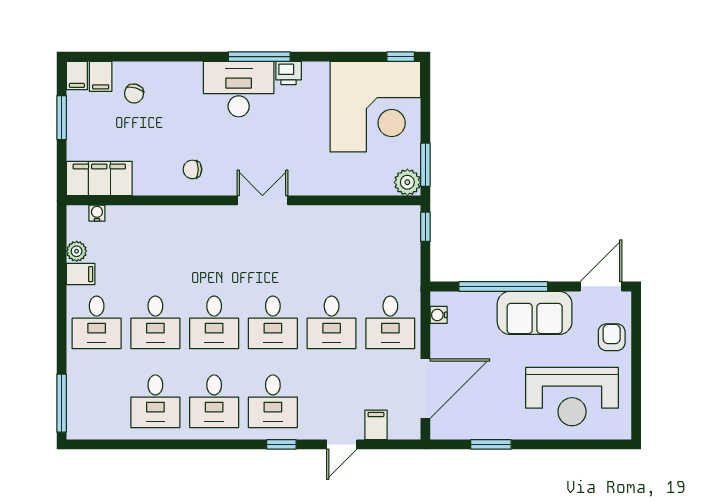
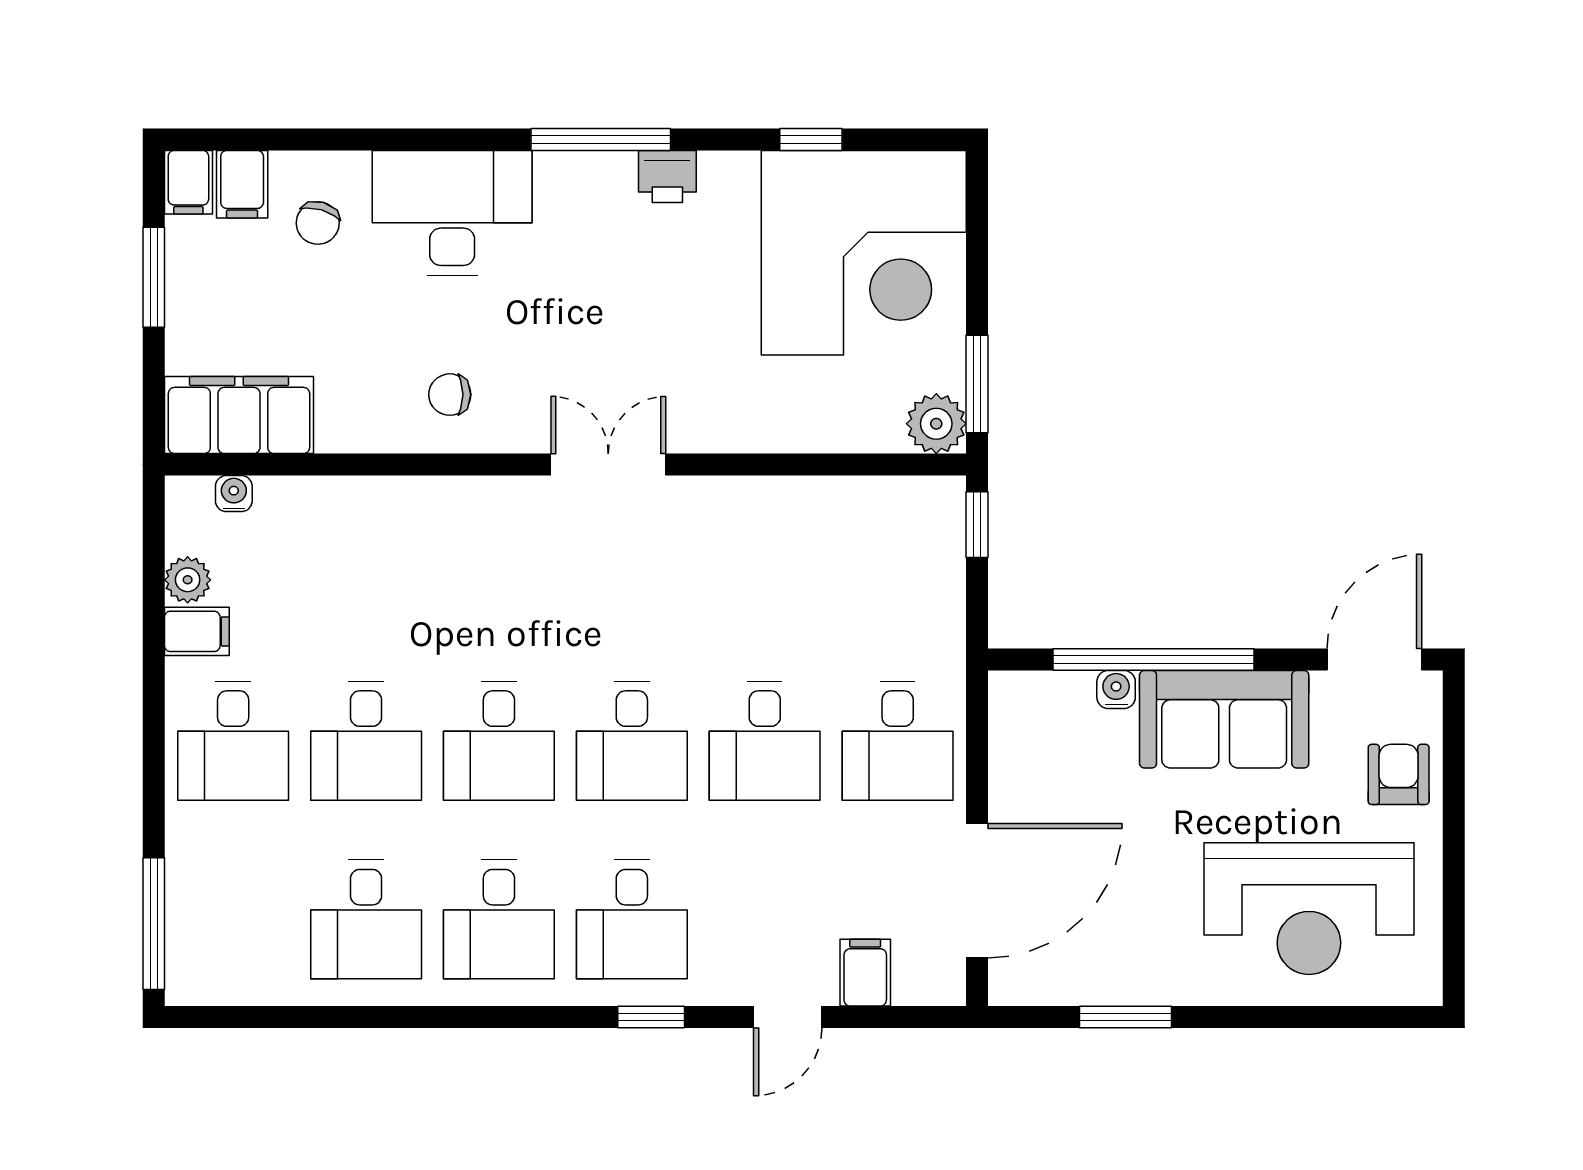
window: (401, 57) -> (811, 139), moved
desk: (239, 89) -> (452, 213), moved
water cooler: (439, 315) -> (1116, 689), moved, turned 90

